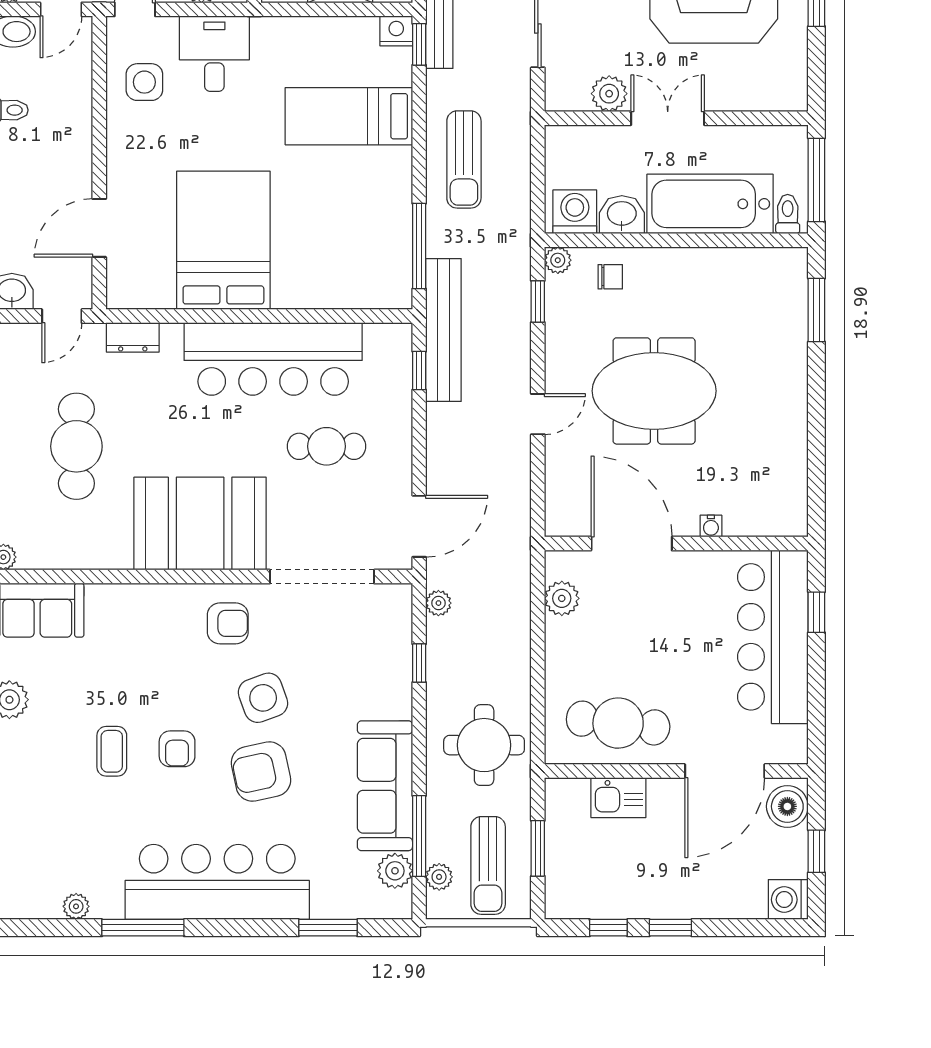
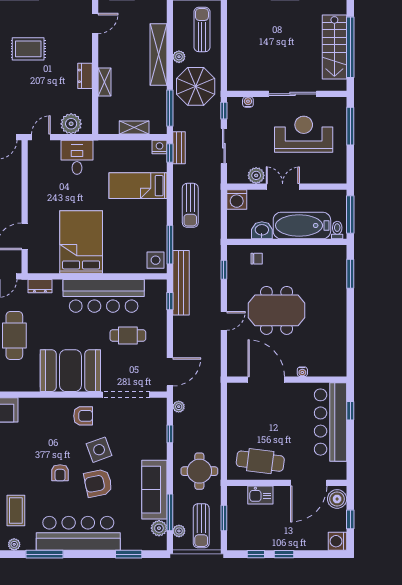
side table: (144, 82) -> (156, 260), moved
washing machine: (575, 212) -> (237, 199), moved, turned 180
plant: (558, 260) -> (233, 251), removed
plant: (562, 598) -> (235, 405), removed
coffee table: (112, 751) -> (16, 510), moved, width x1.36, depth x1.30

